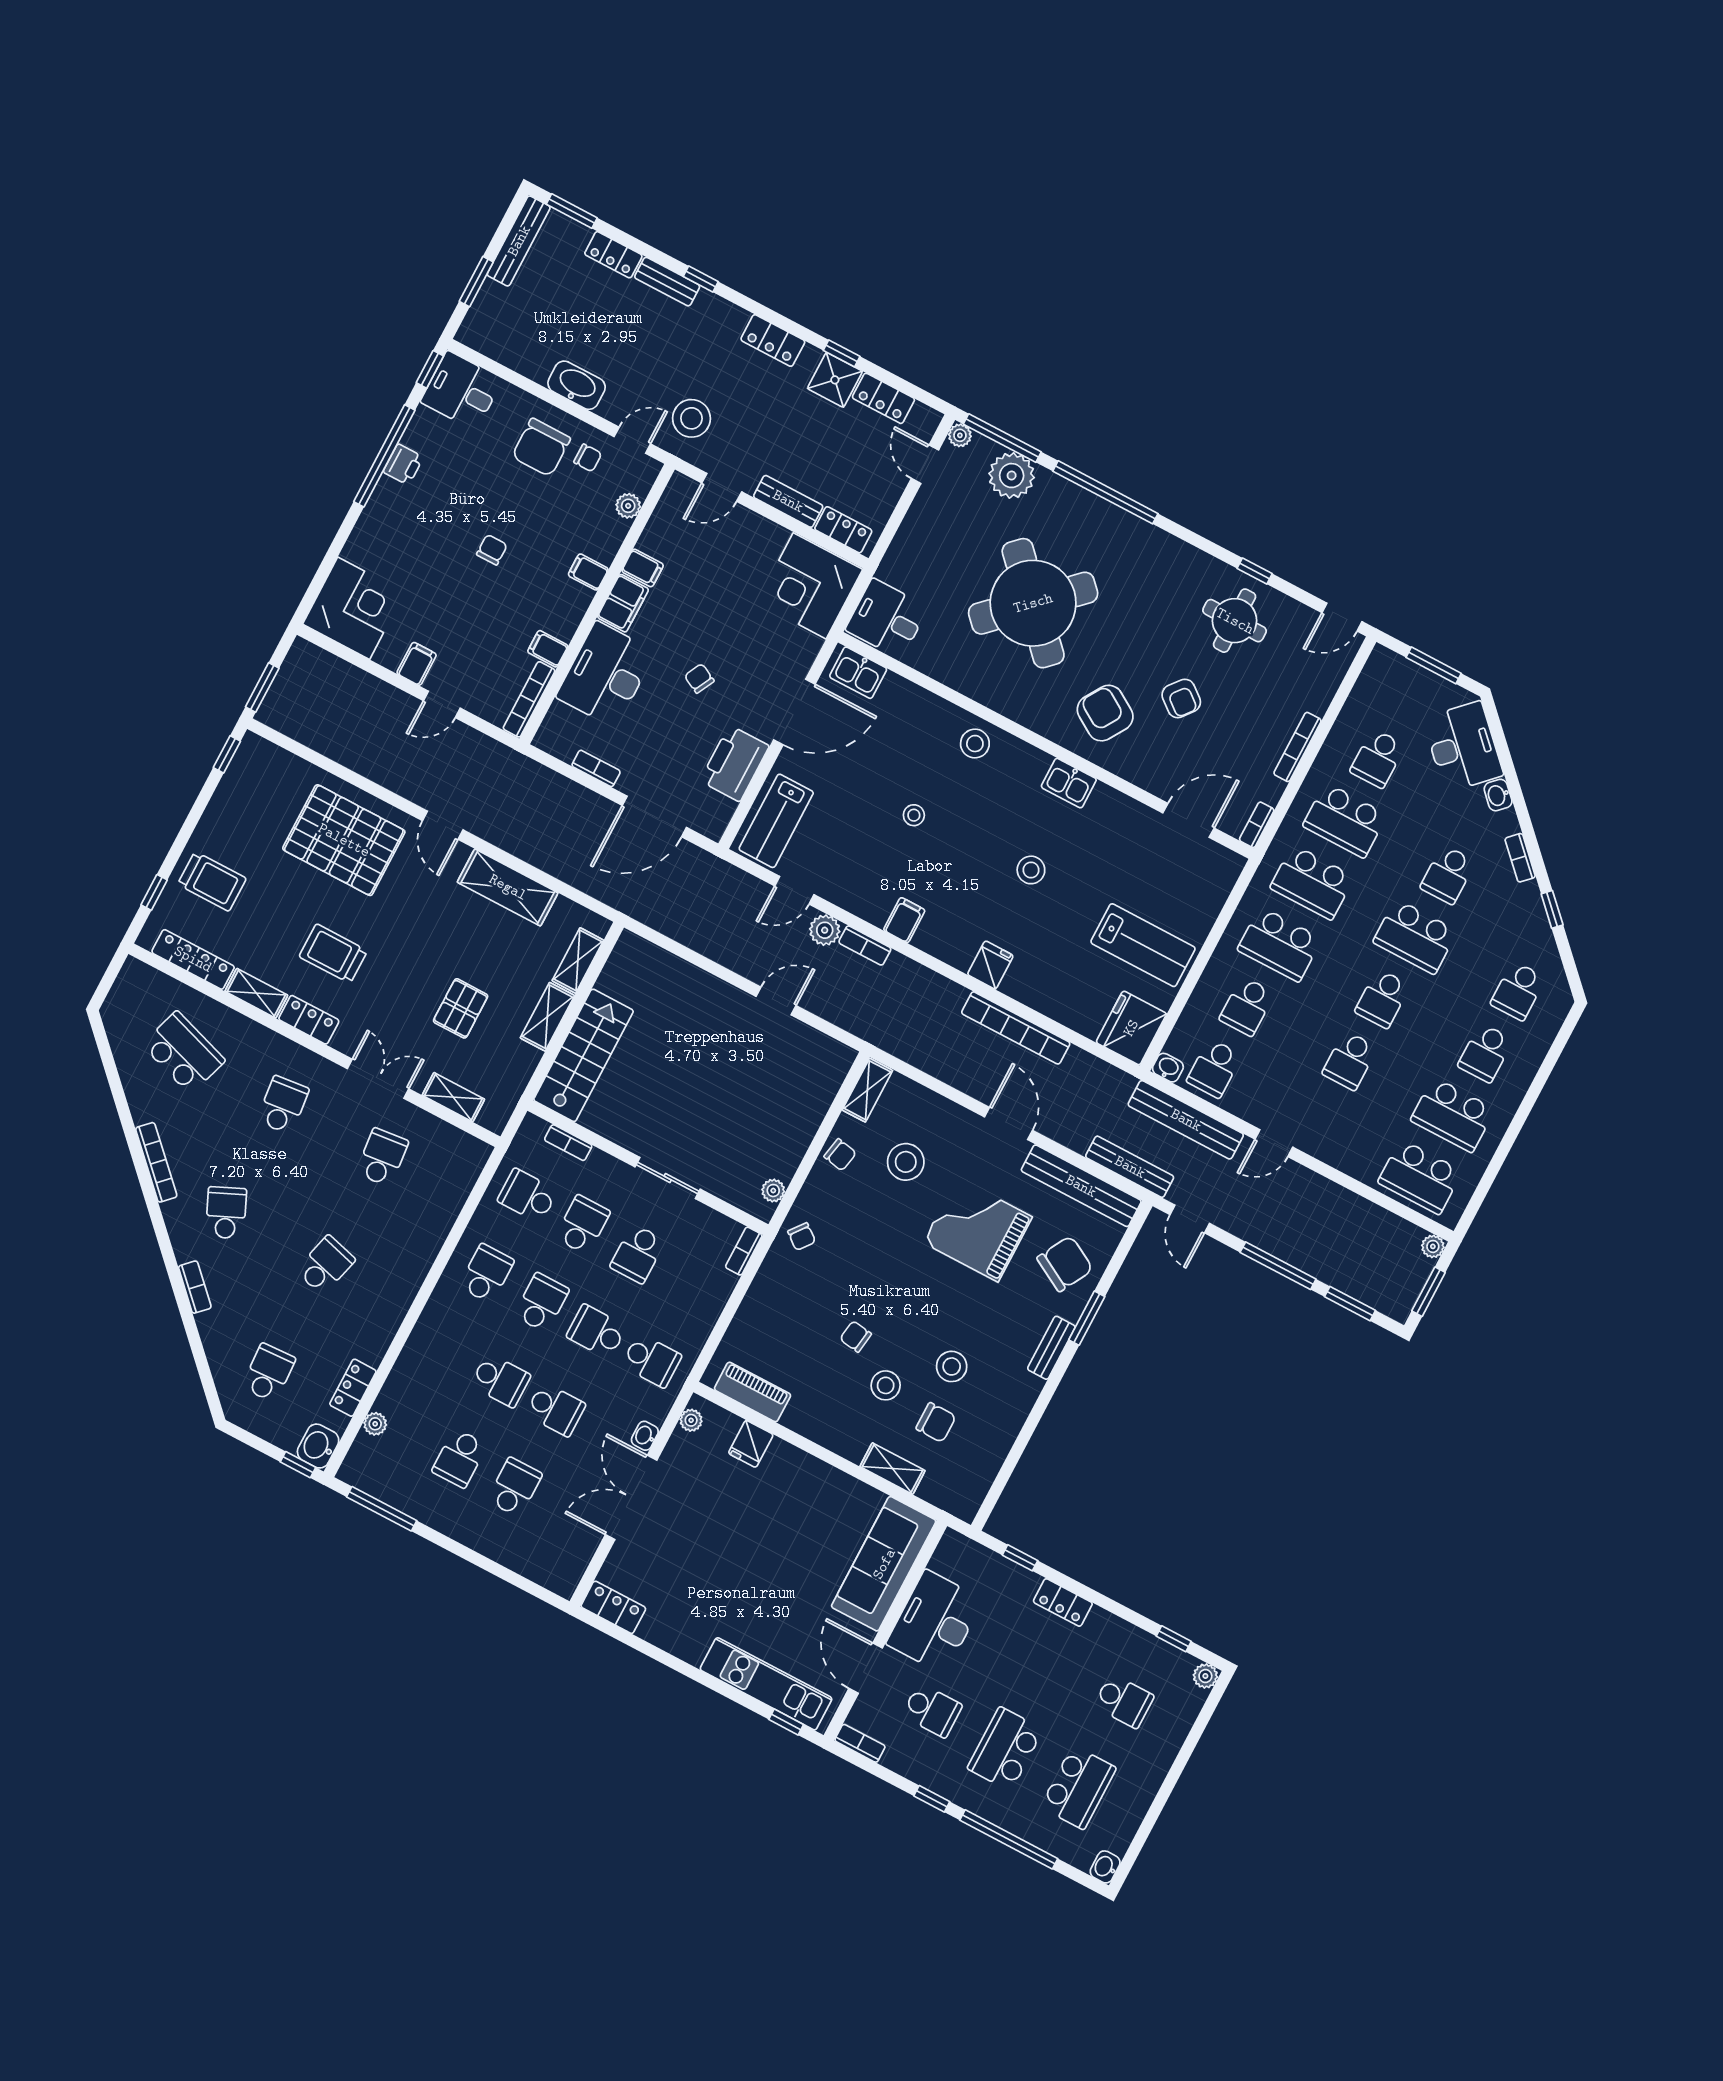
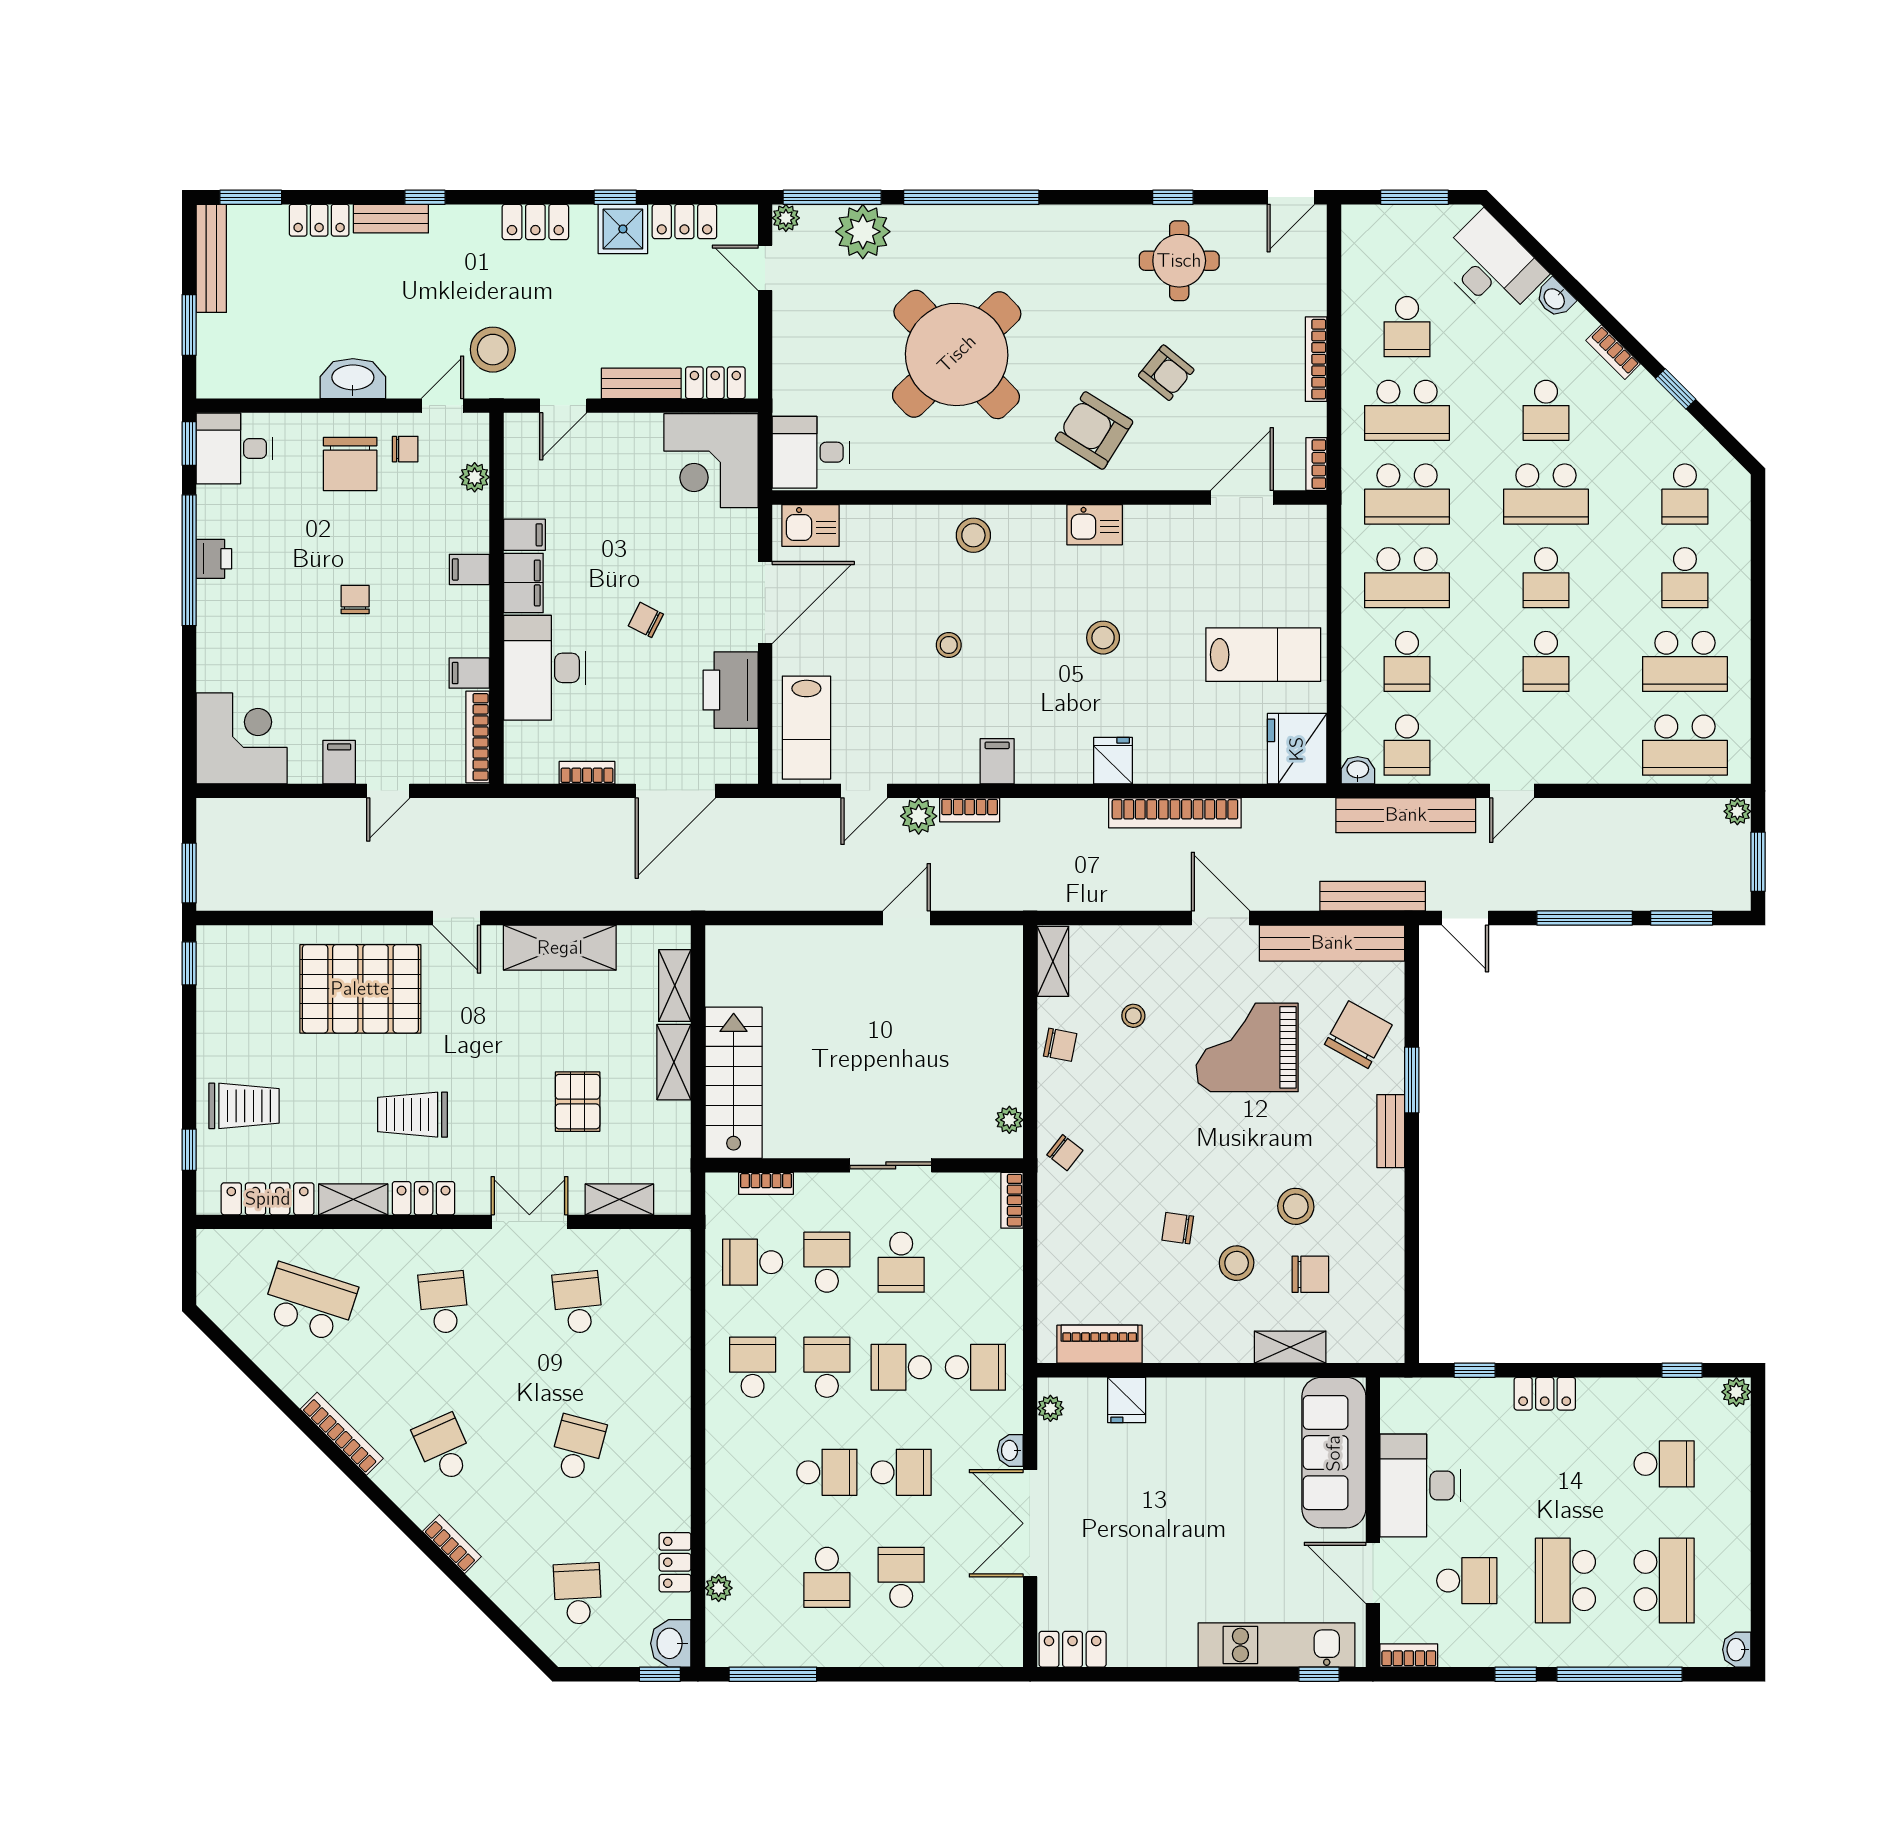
stool: (906, 1162) -> (1133, 1016), width x0.53, depth x0.53

